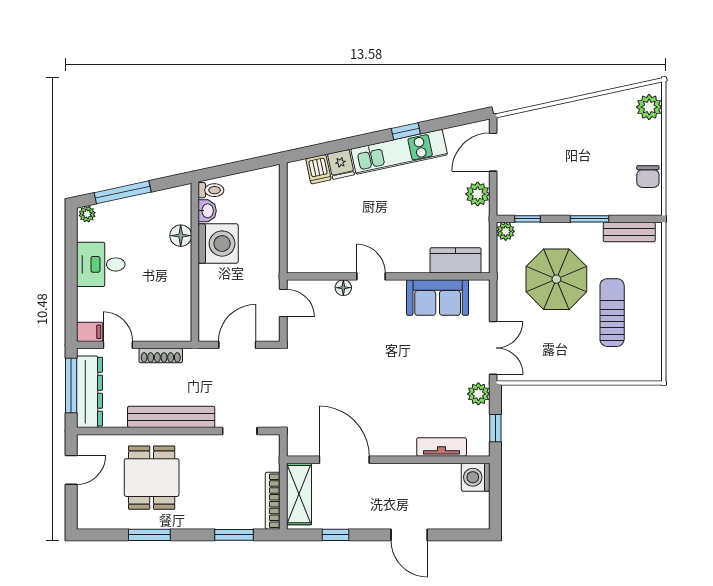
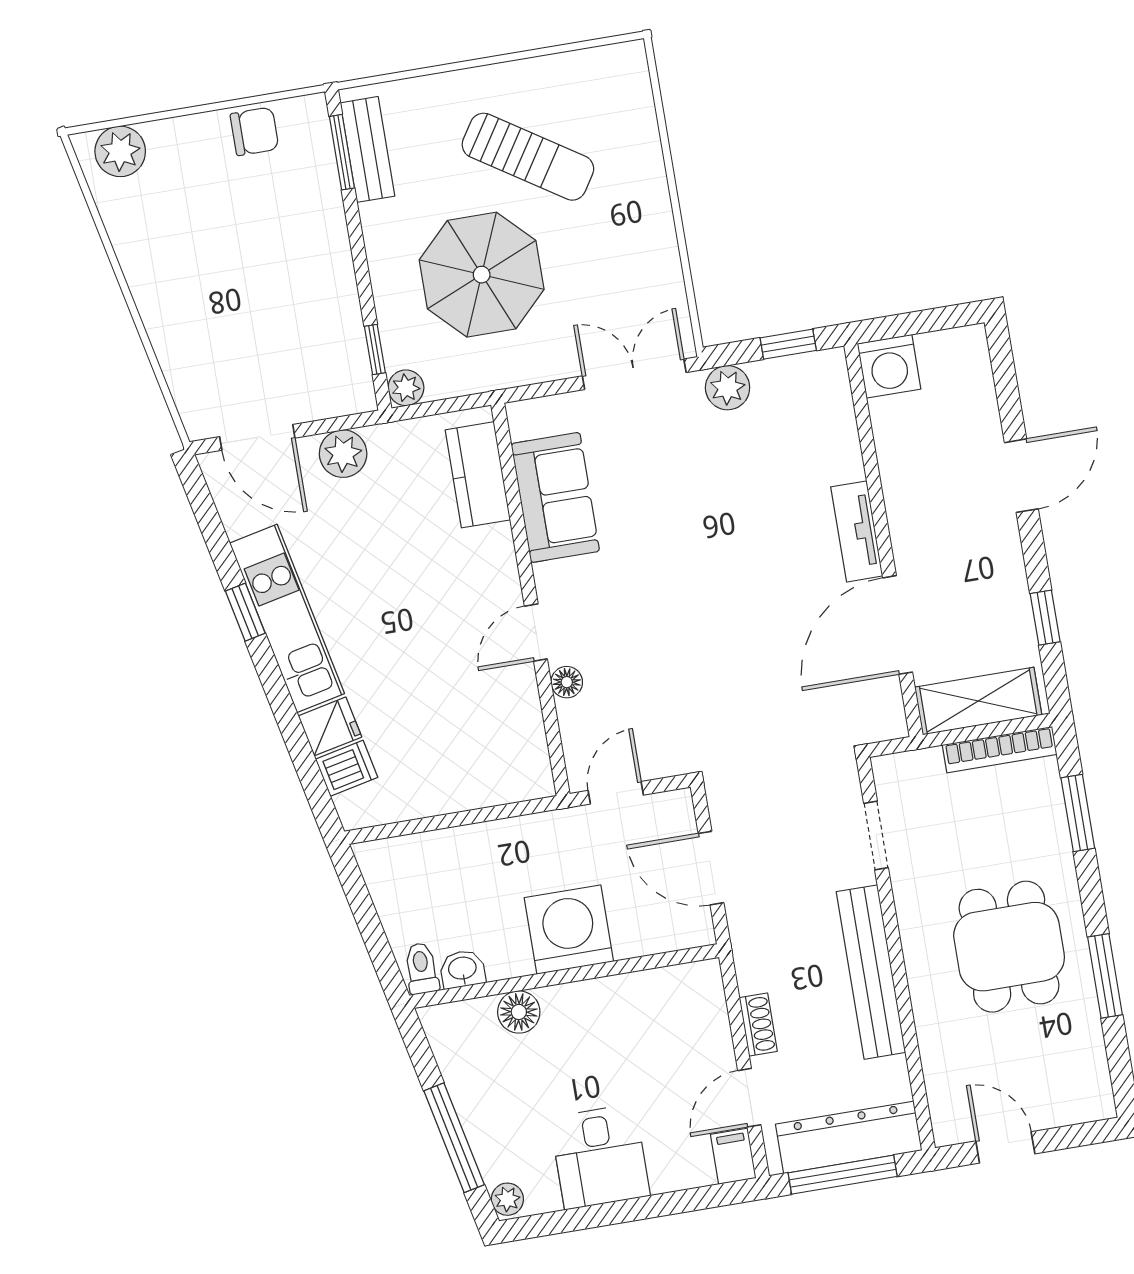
window: (589, 219) -> (342, 152), moved
washing machine: (218, 244) -> (569, 930), moved
sun lounger: (612, 313) -> (528, 157), turned -147
shoe rack: (161, 356) -> (758, 1024), width x0.70
tv unit: (442, 447) -> (857, 531), moved
dining table: (152, 478) -> (1009, 947), moved, turned 90

